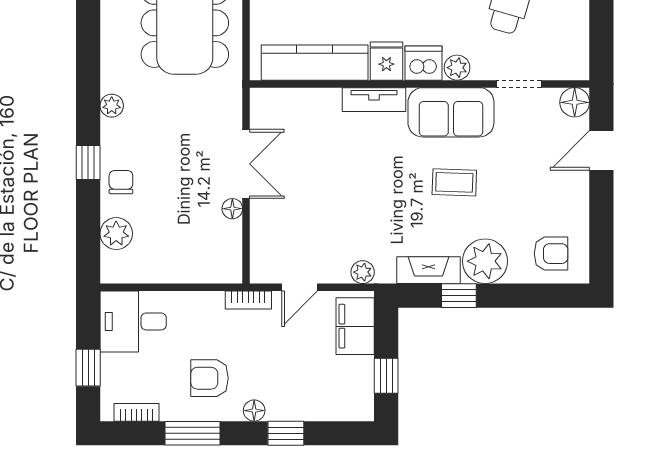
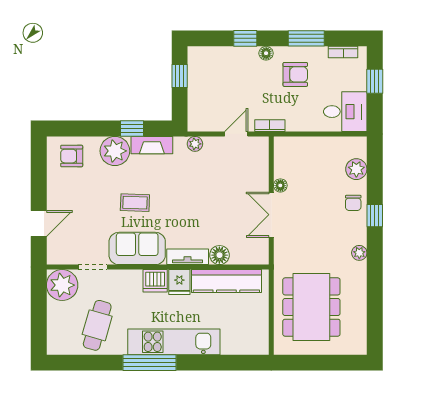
plant: (457, 68) -> (62, 285), moved, width x1.88, depth x1.88
floor lamp: (575, 102) -> (219, 255), moved
filing cabinet: (355, 326) -> (200, 109), removed

